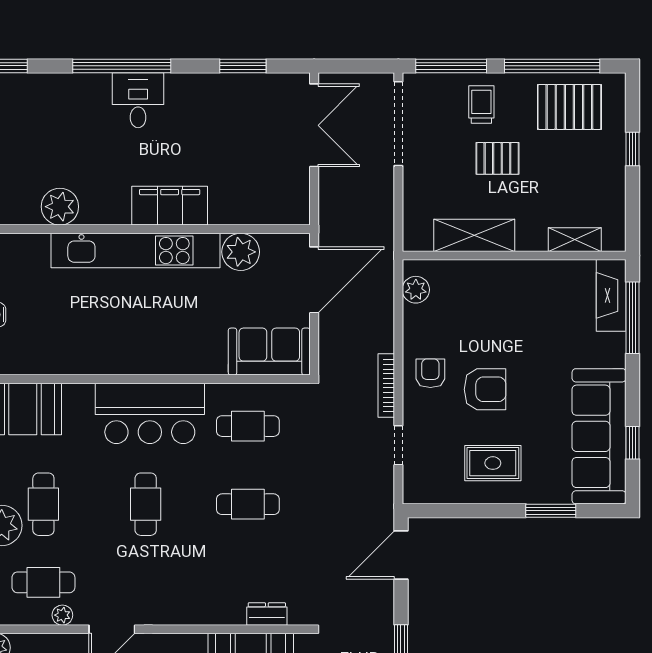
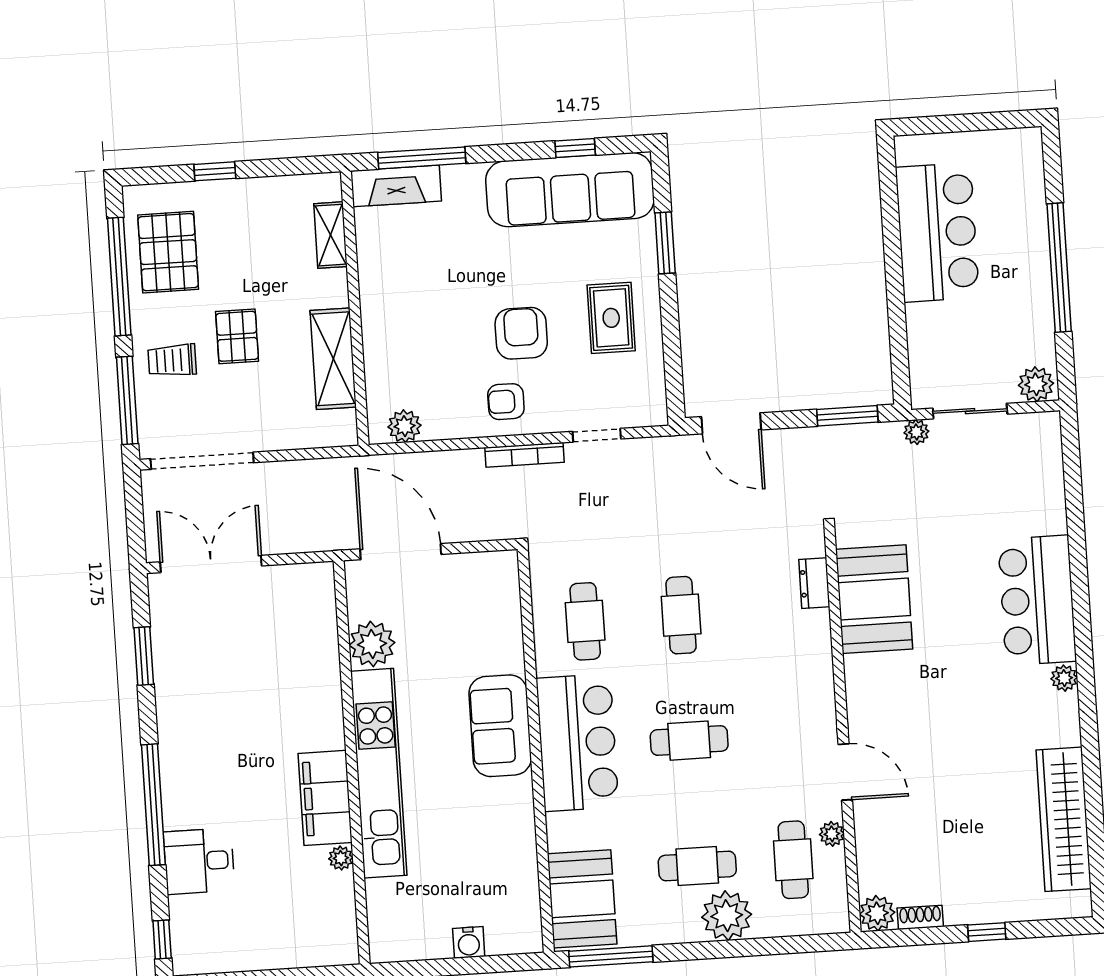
desk: (138, 100) -> (199, 861), moved
filing cabinet: (170, 206) -> (325, 798), moved
plant: (60, 207) -> (341, 858), width x0.53, depth x0.53
sofa: (269, 352) -> (500, 726), moved

